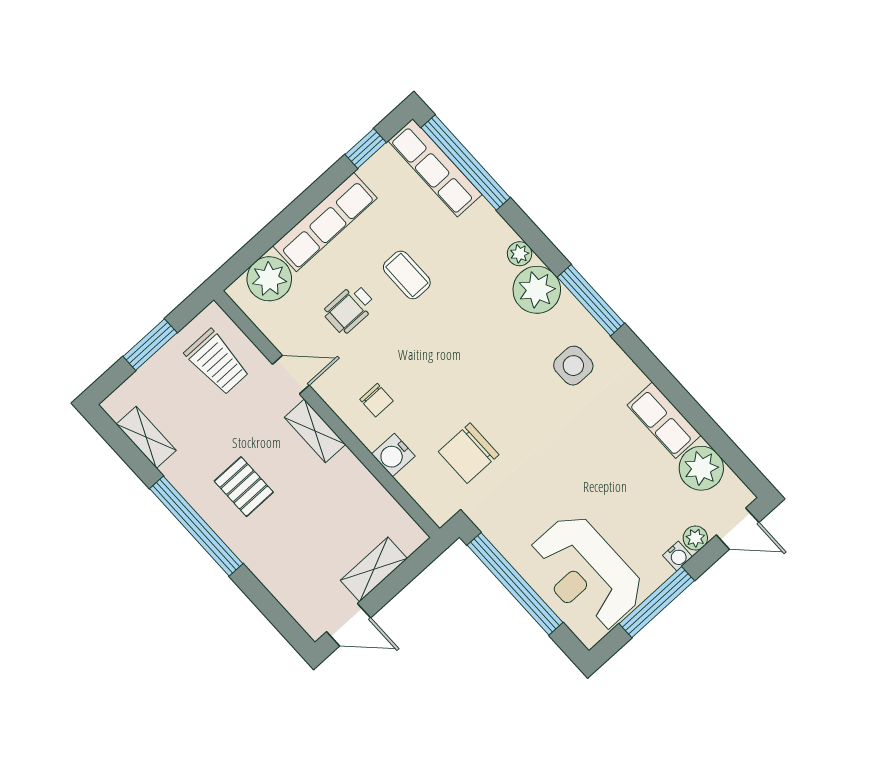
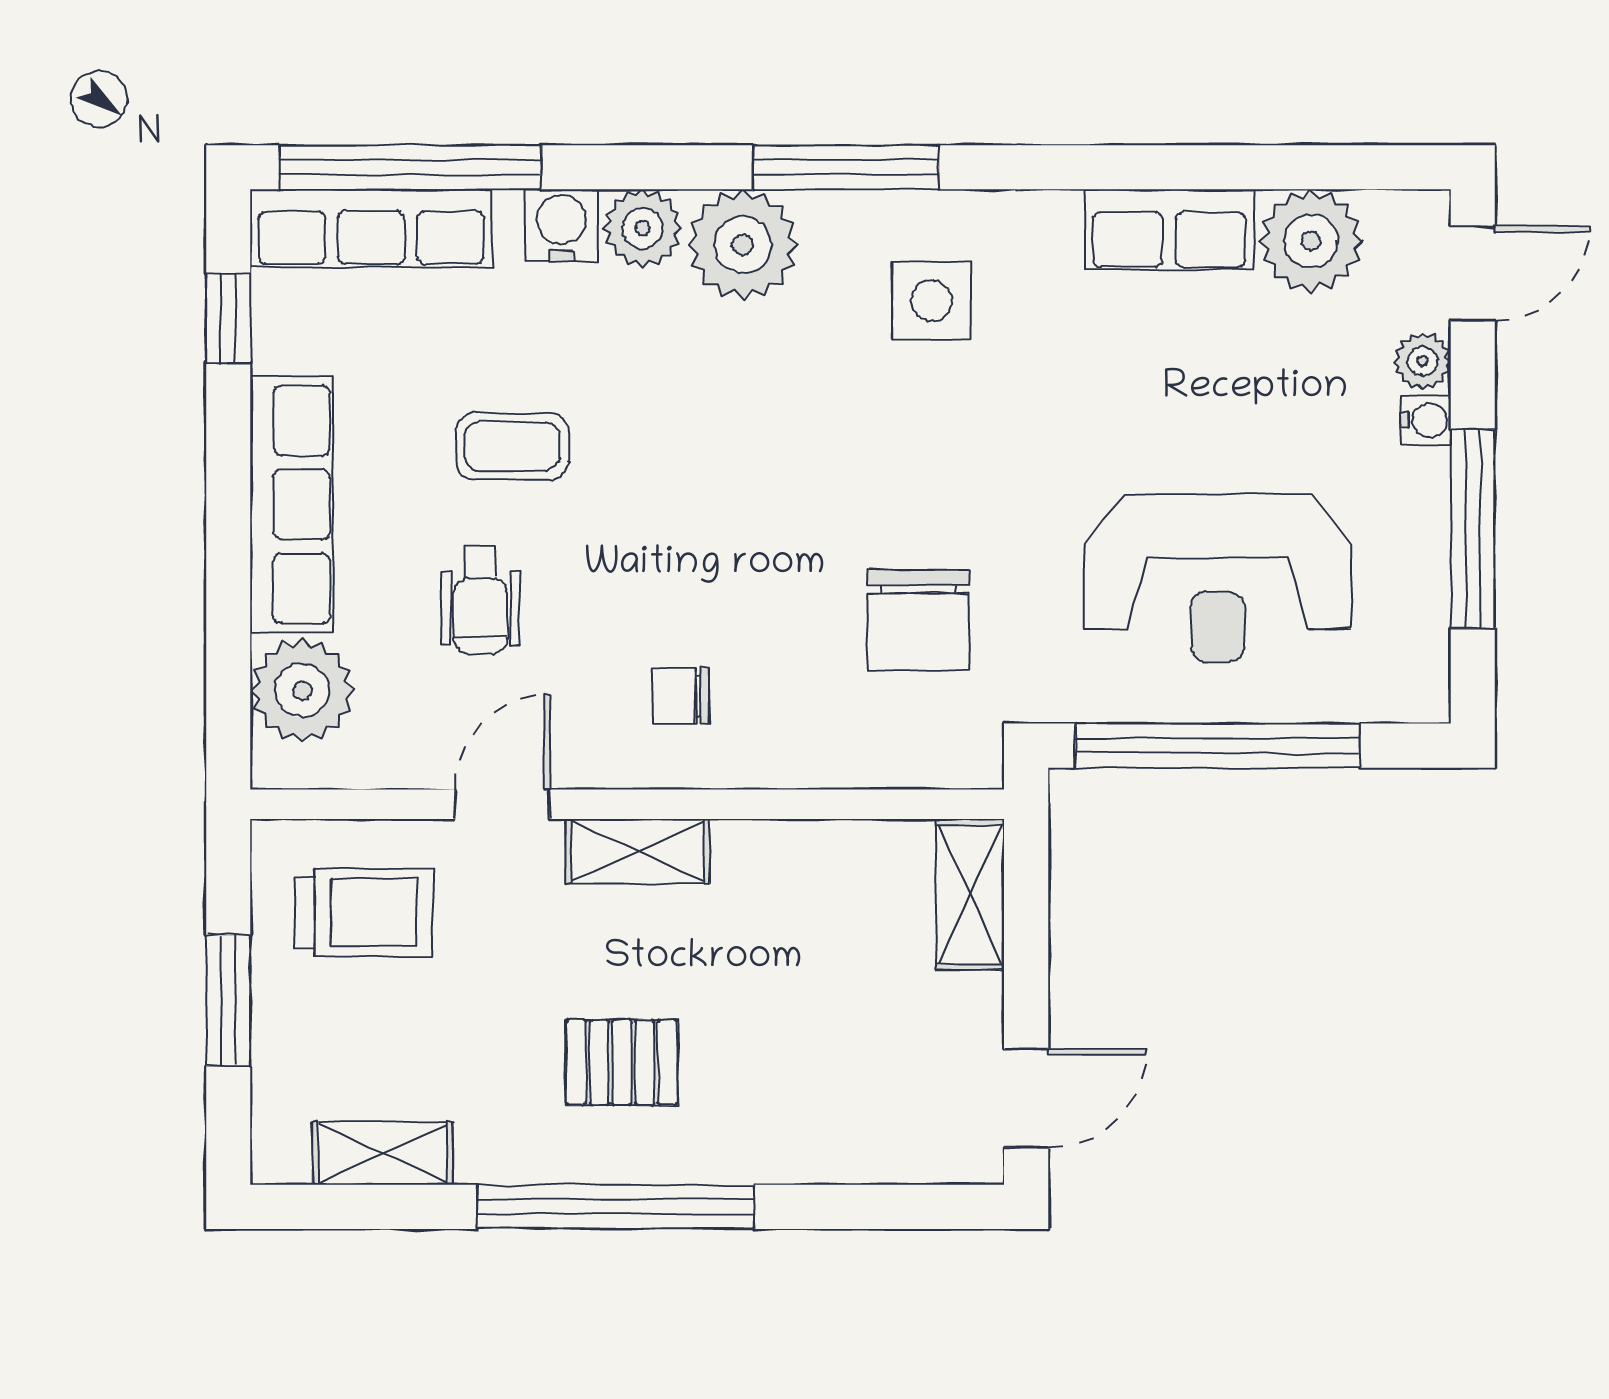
plant: (520, 254) -> (643, 228), width x1.38, depth x1.38
chair: (377, 400) -> (681, 696), turned 180
water cooler: (393, 455) -> (561, 226), moved, turned 180
shelving: (374, 569) -> (970, 894), moved
reception desk: (586, 573) -> (1218, 578), moved

